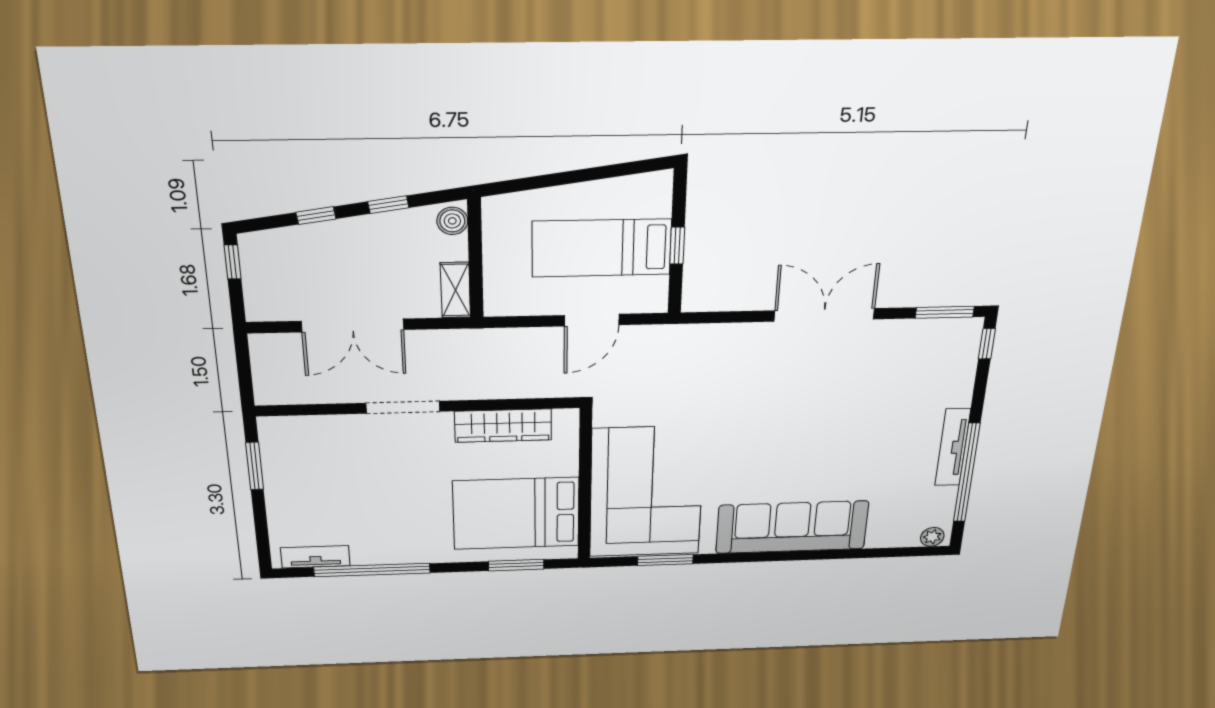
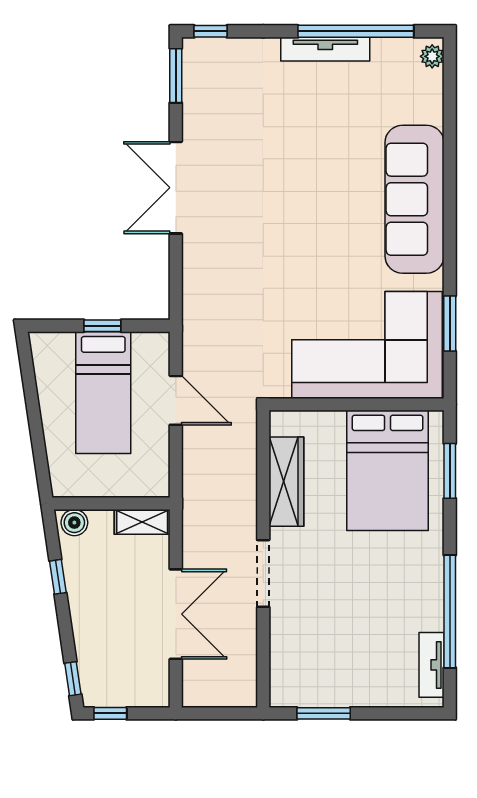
window: (316, 216) -> (73, 679), moved

